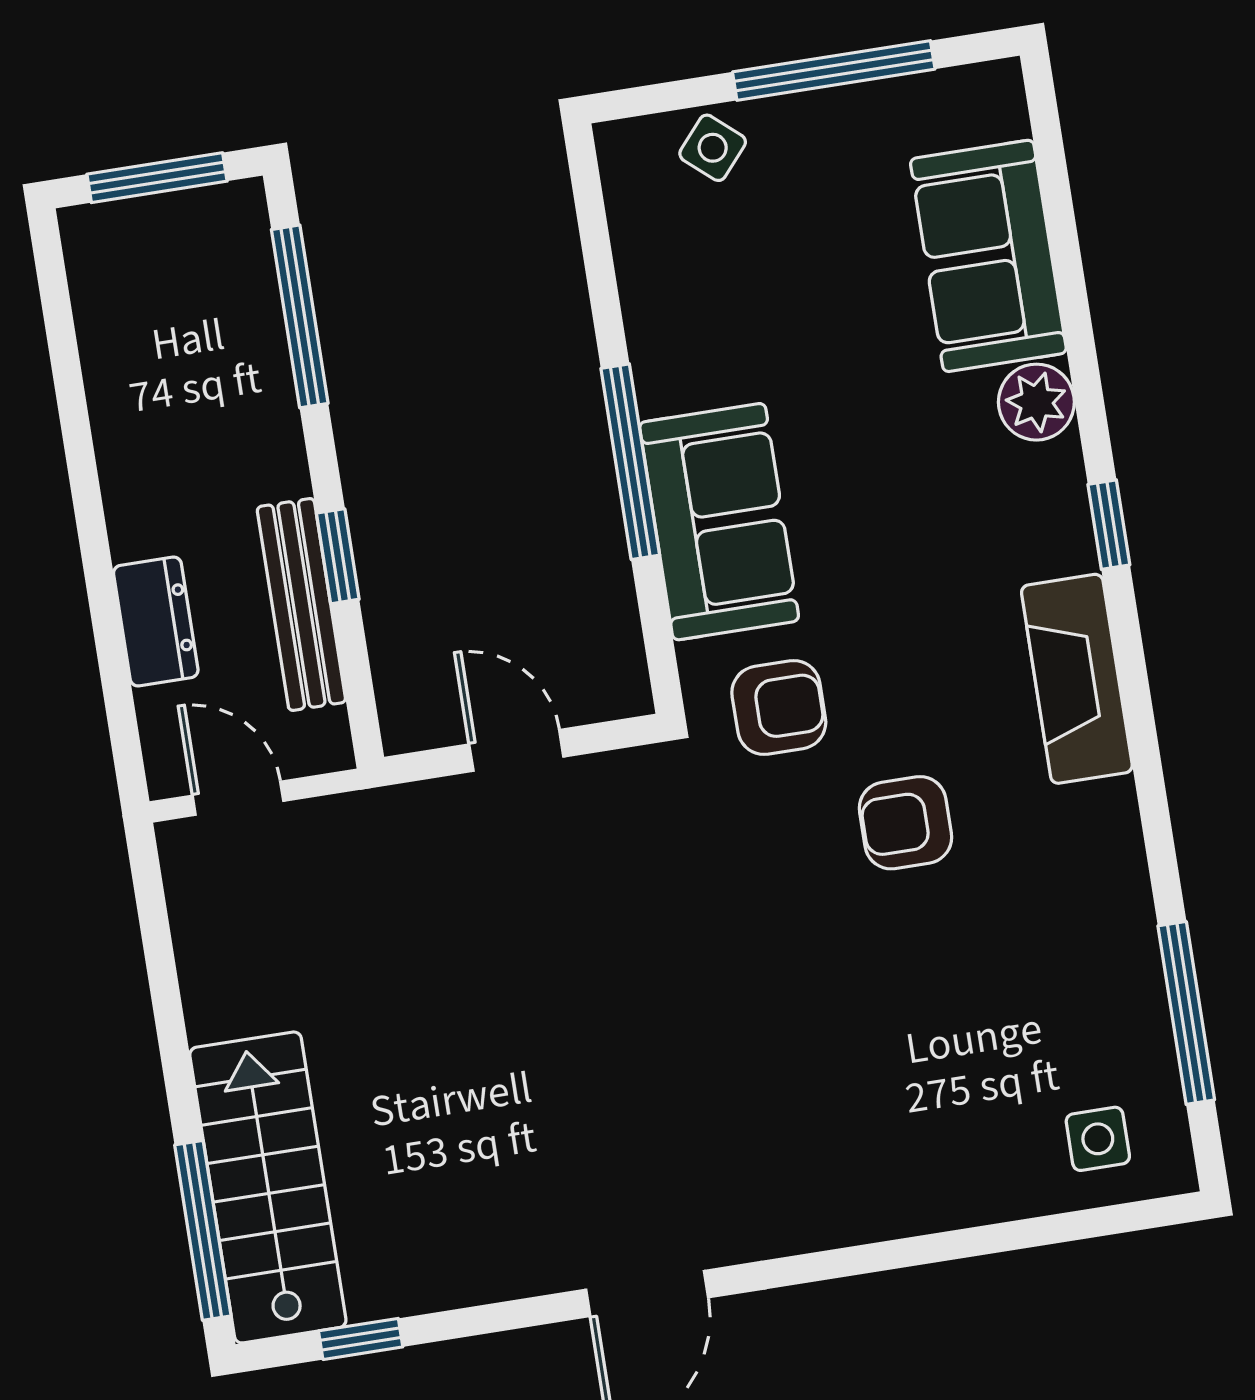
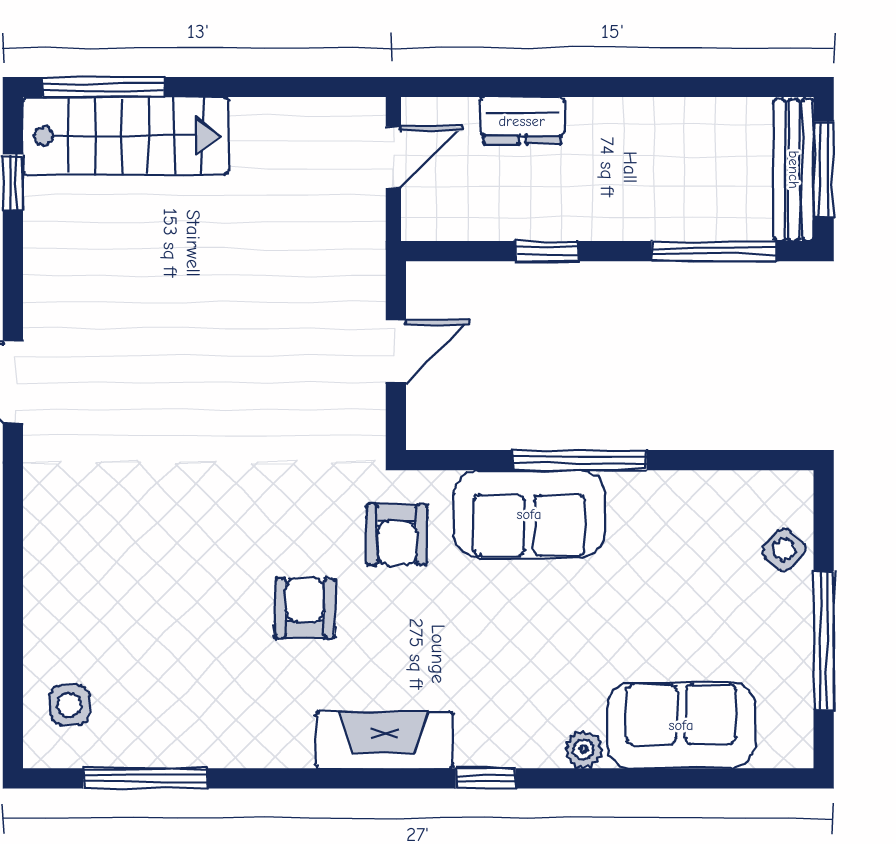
plant: (1036, 402) -> (584, 749), width x0.73, depth x0.73
bench: (301, 605) -> (794, 170), moved, turned 90

